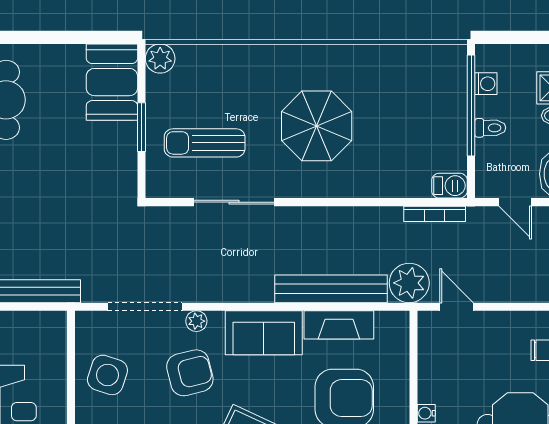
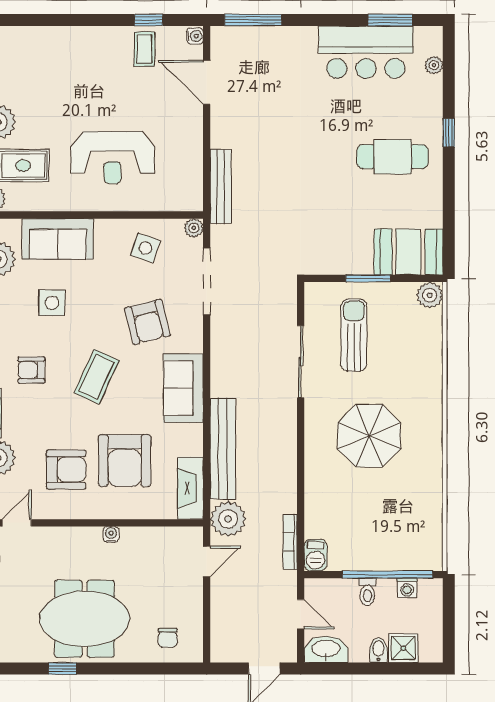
door: (515, 202) -> (301, 614), swing flipped
plant: (196, 321) -> (194, 228), moved
fireplace: (339, 325) -> (190, 488), moved
side table: (107, 375) -> (145, 248), width x0.73, depth x0.73

